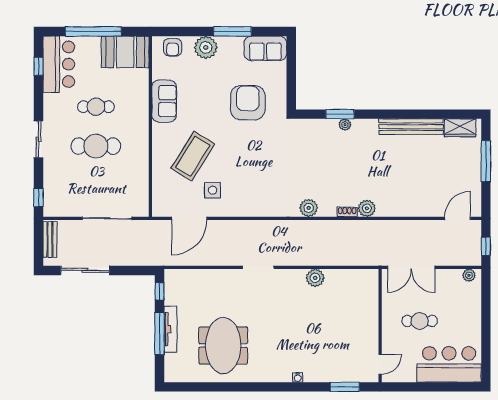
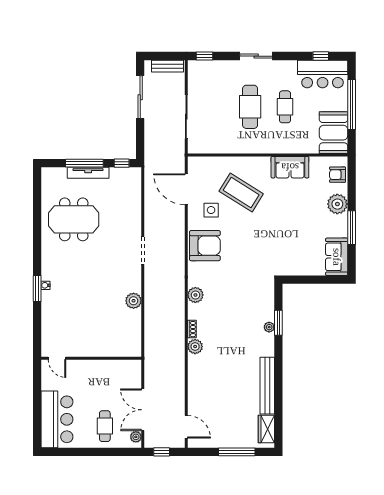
armchair: (248, 103) -> (205, 246), moved
double door: (411, 267) -> (143, 410), moved
cafe table: (420, 321) -> (105, 426), moved
window: (345, 387) -> (37, 288), moved

